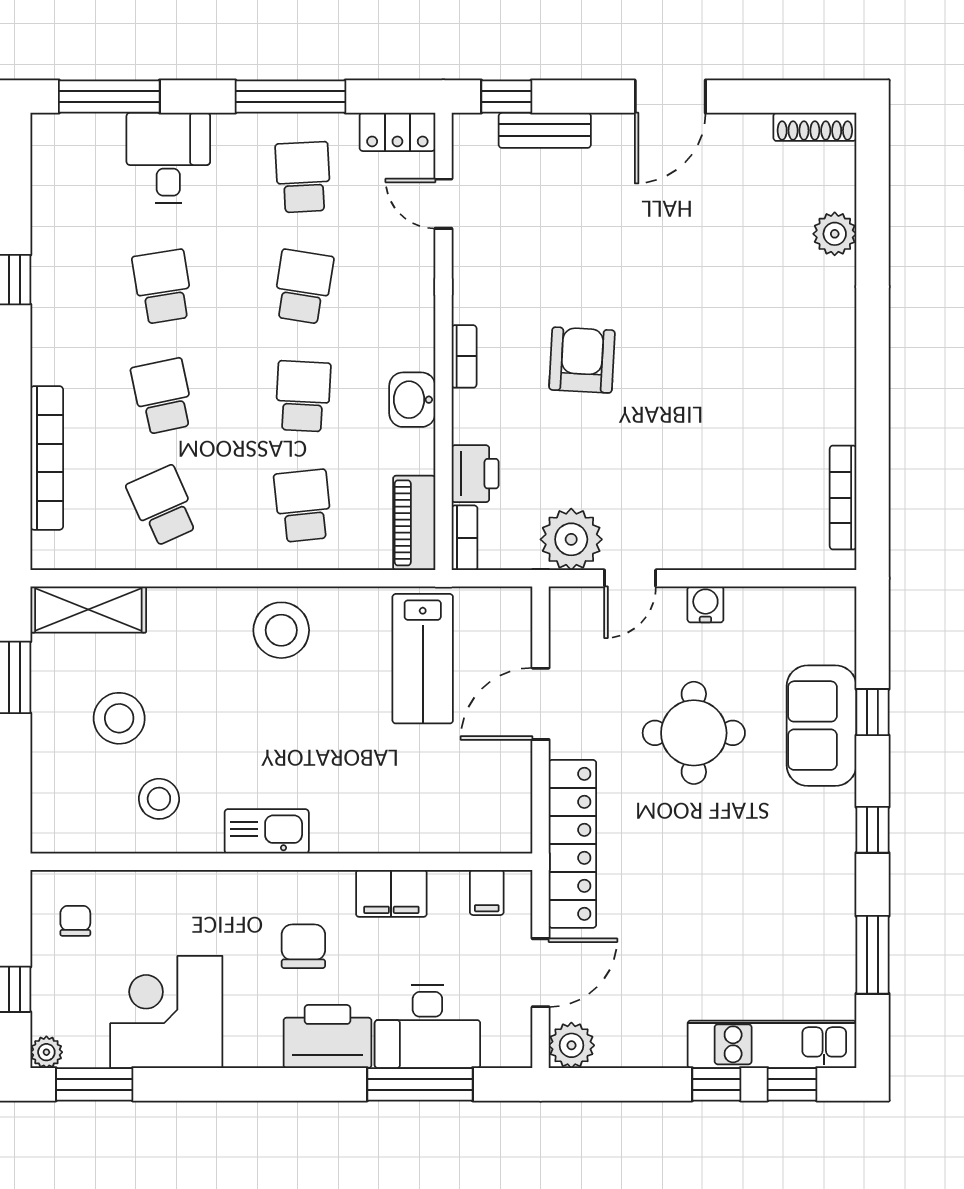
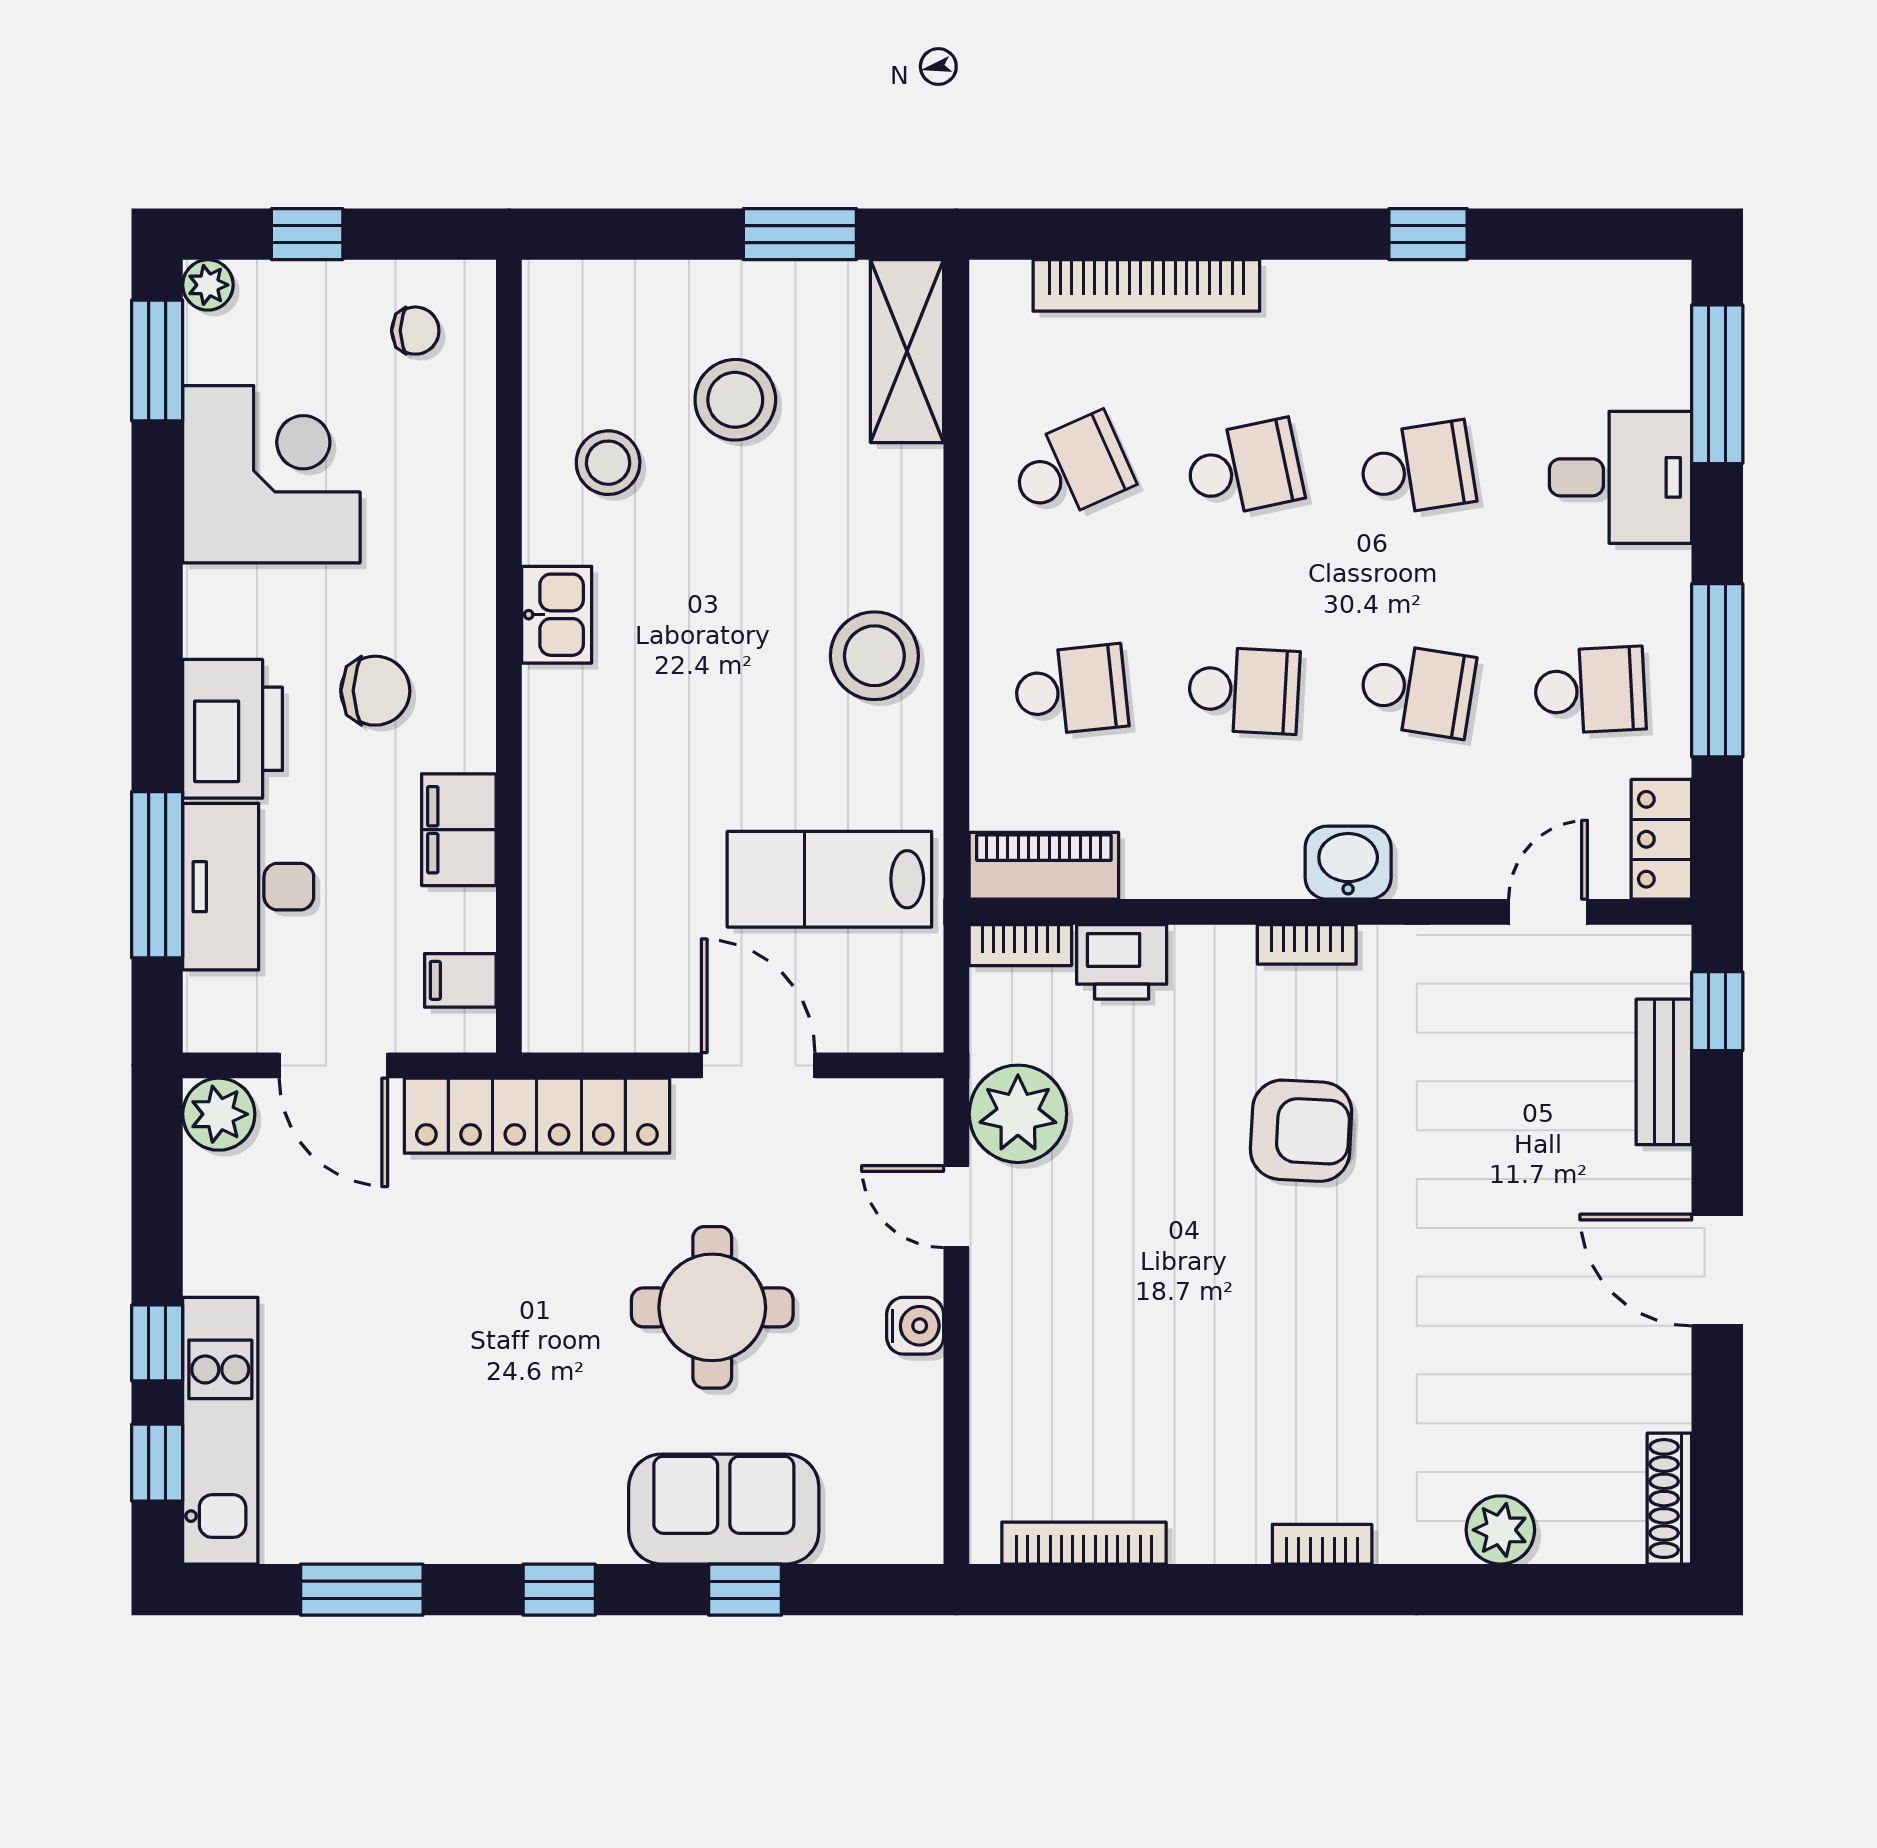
bookcase: (844, 347) -> (1322, 1544), added
washbasin: (412, 400) -> (1348, 863), moved
kitchen sink: (267, 831) -> (557, 615), width x0.73

